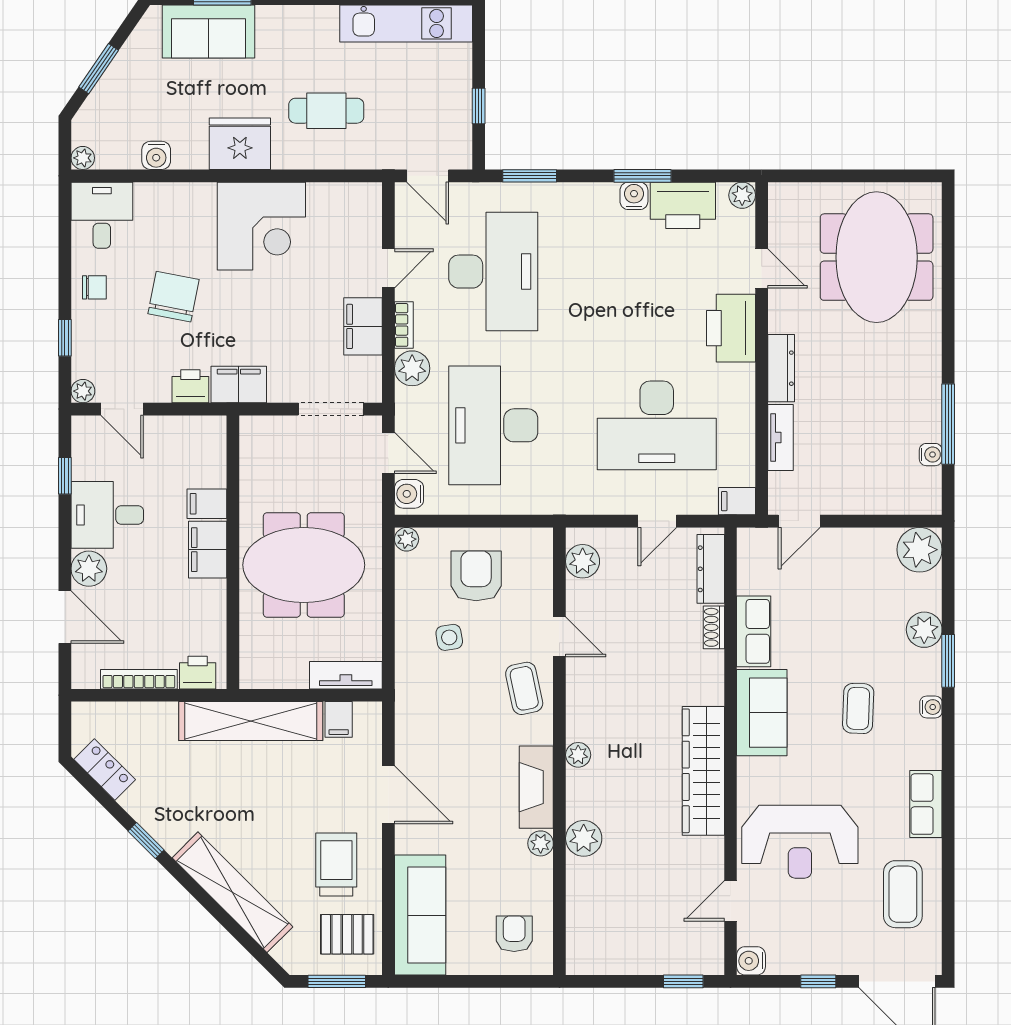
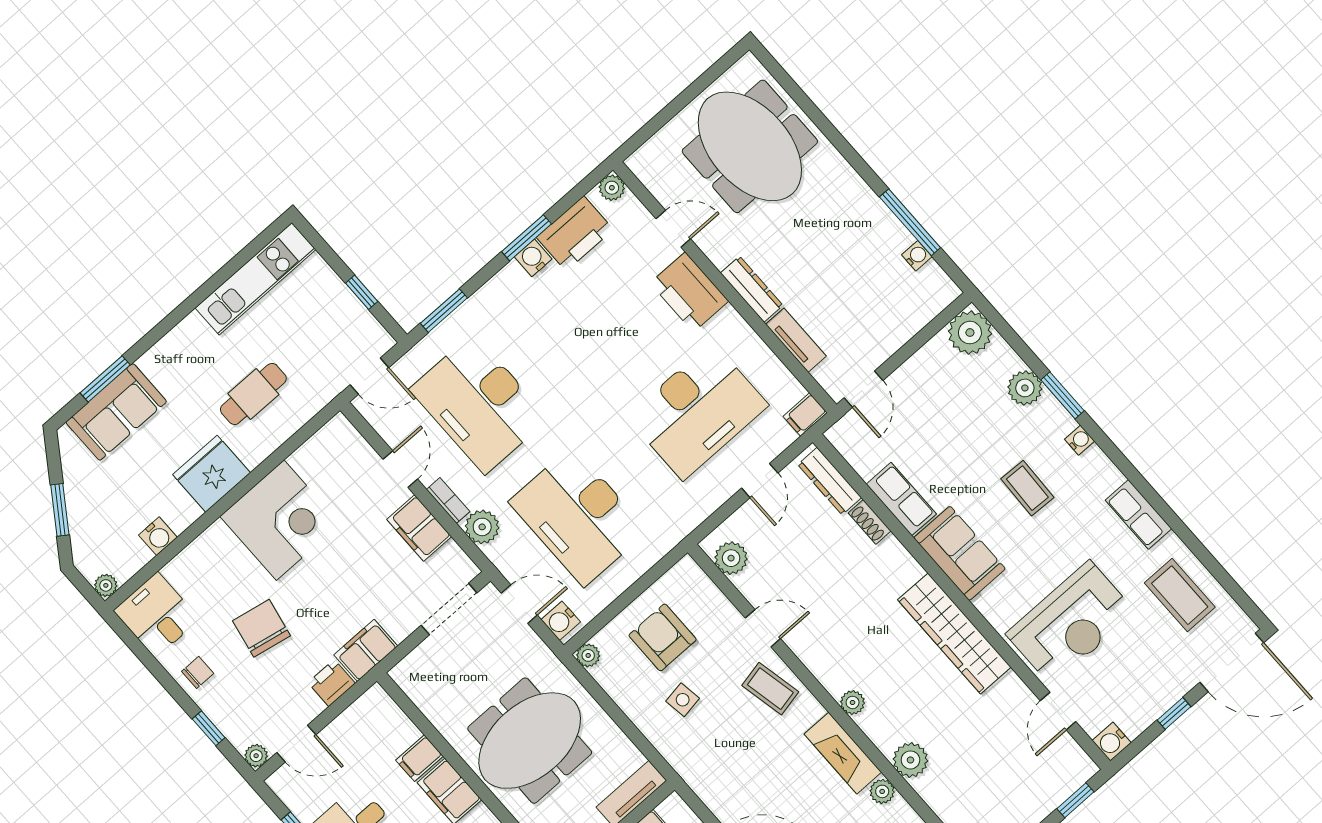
desk: (493, 272) -> (479, 404), turned 180

